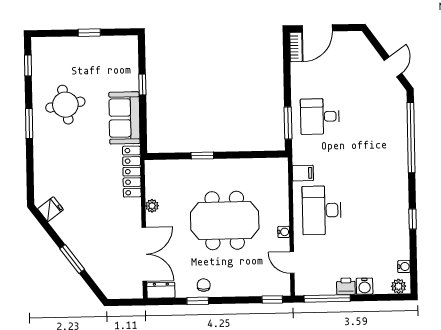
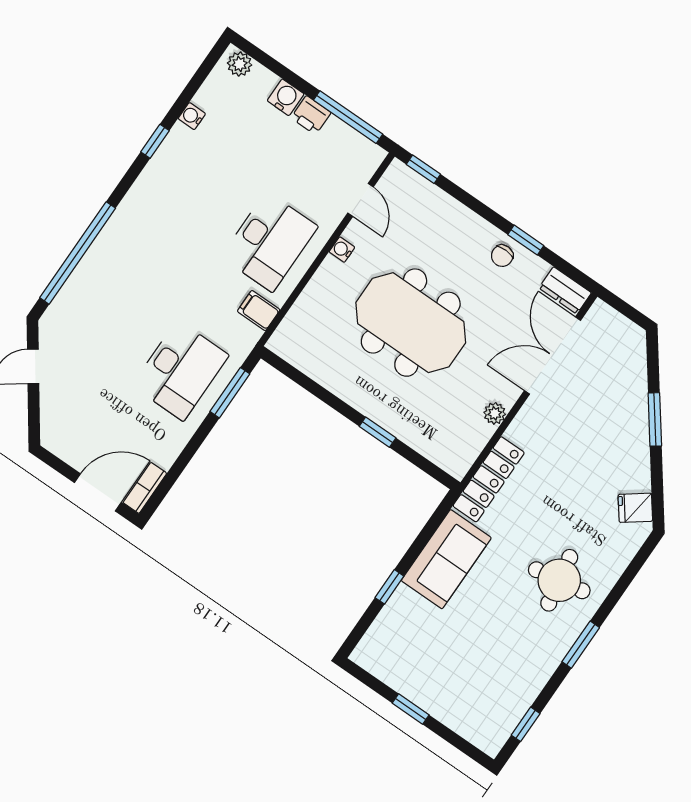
round table: (65, 105) -> (559, 580), moved
desk: (320, 116) -> (180, 370), width x1.37
water cooler: (404, 267) -> (192, 116), moved

